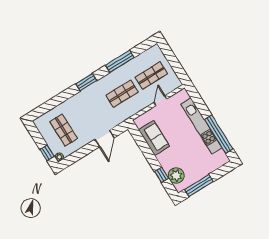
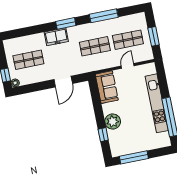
window: (175, 63) -> (154, 36), added
freezer: (82, 98) -> (56, 37), added
shop shelf: (64, 130) -> (28, 60), turned 90
sofa: (154, 138) -> (107, 87), moved
plant: (176, 176) -> (113, 122), moved

